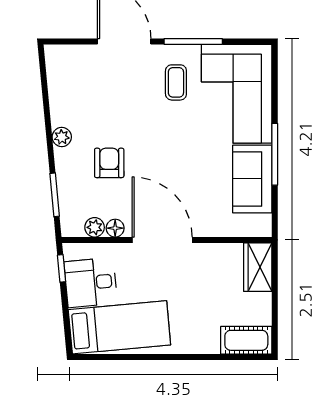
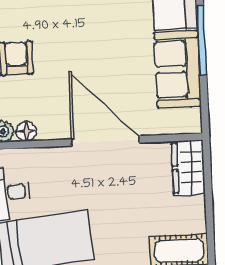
door: (162, 240) -> (105, 141), moved

